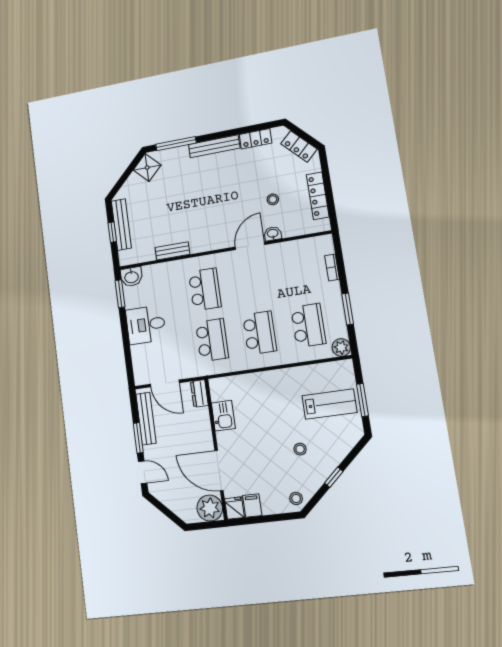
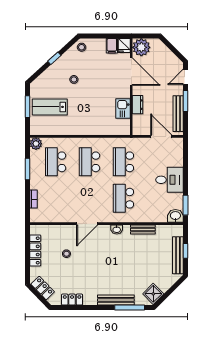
bench: (214, 146) -> (116, 300), moved
washbasin: (273, 234) -> (117, 229), moved
dresser: (199, 393) -> (138, 105), moved
door: (143, 472) -> (186, 77), hinge flipped

